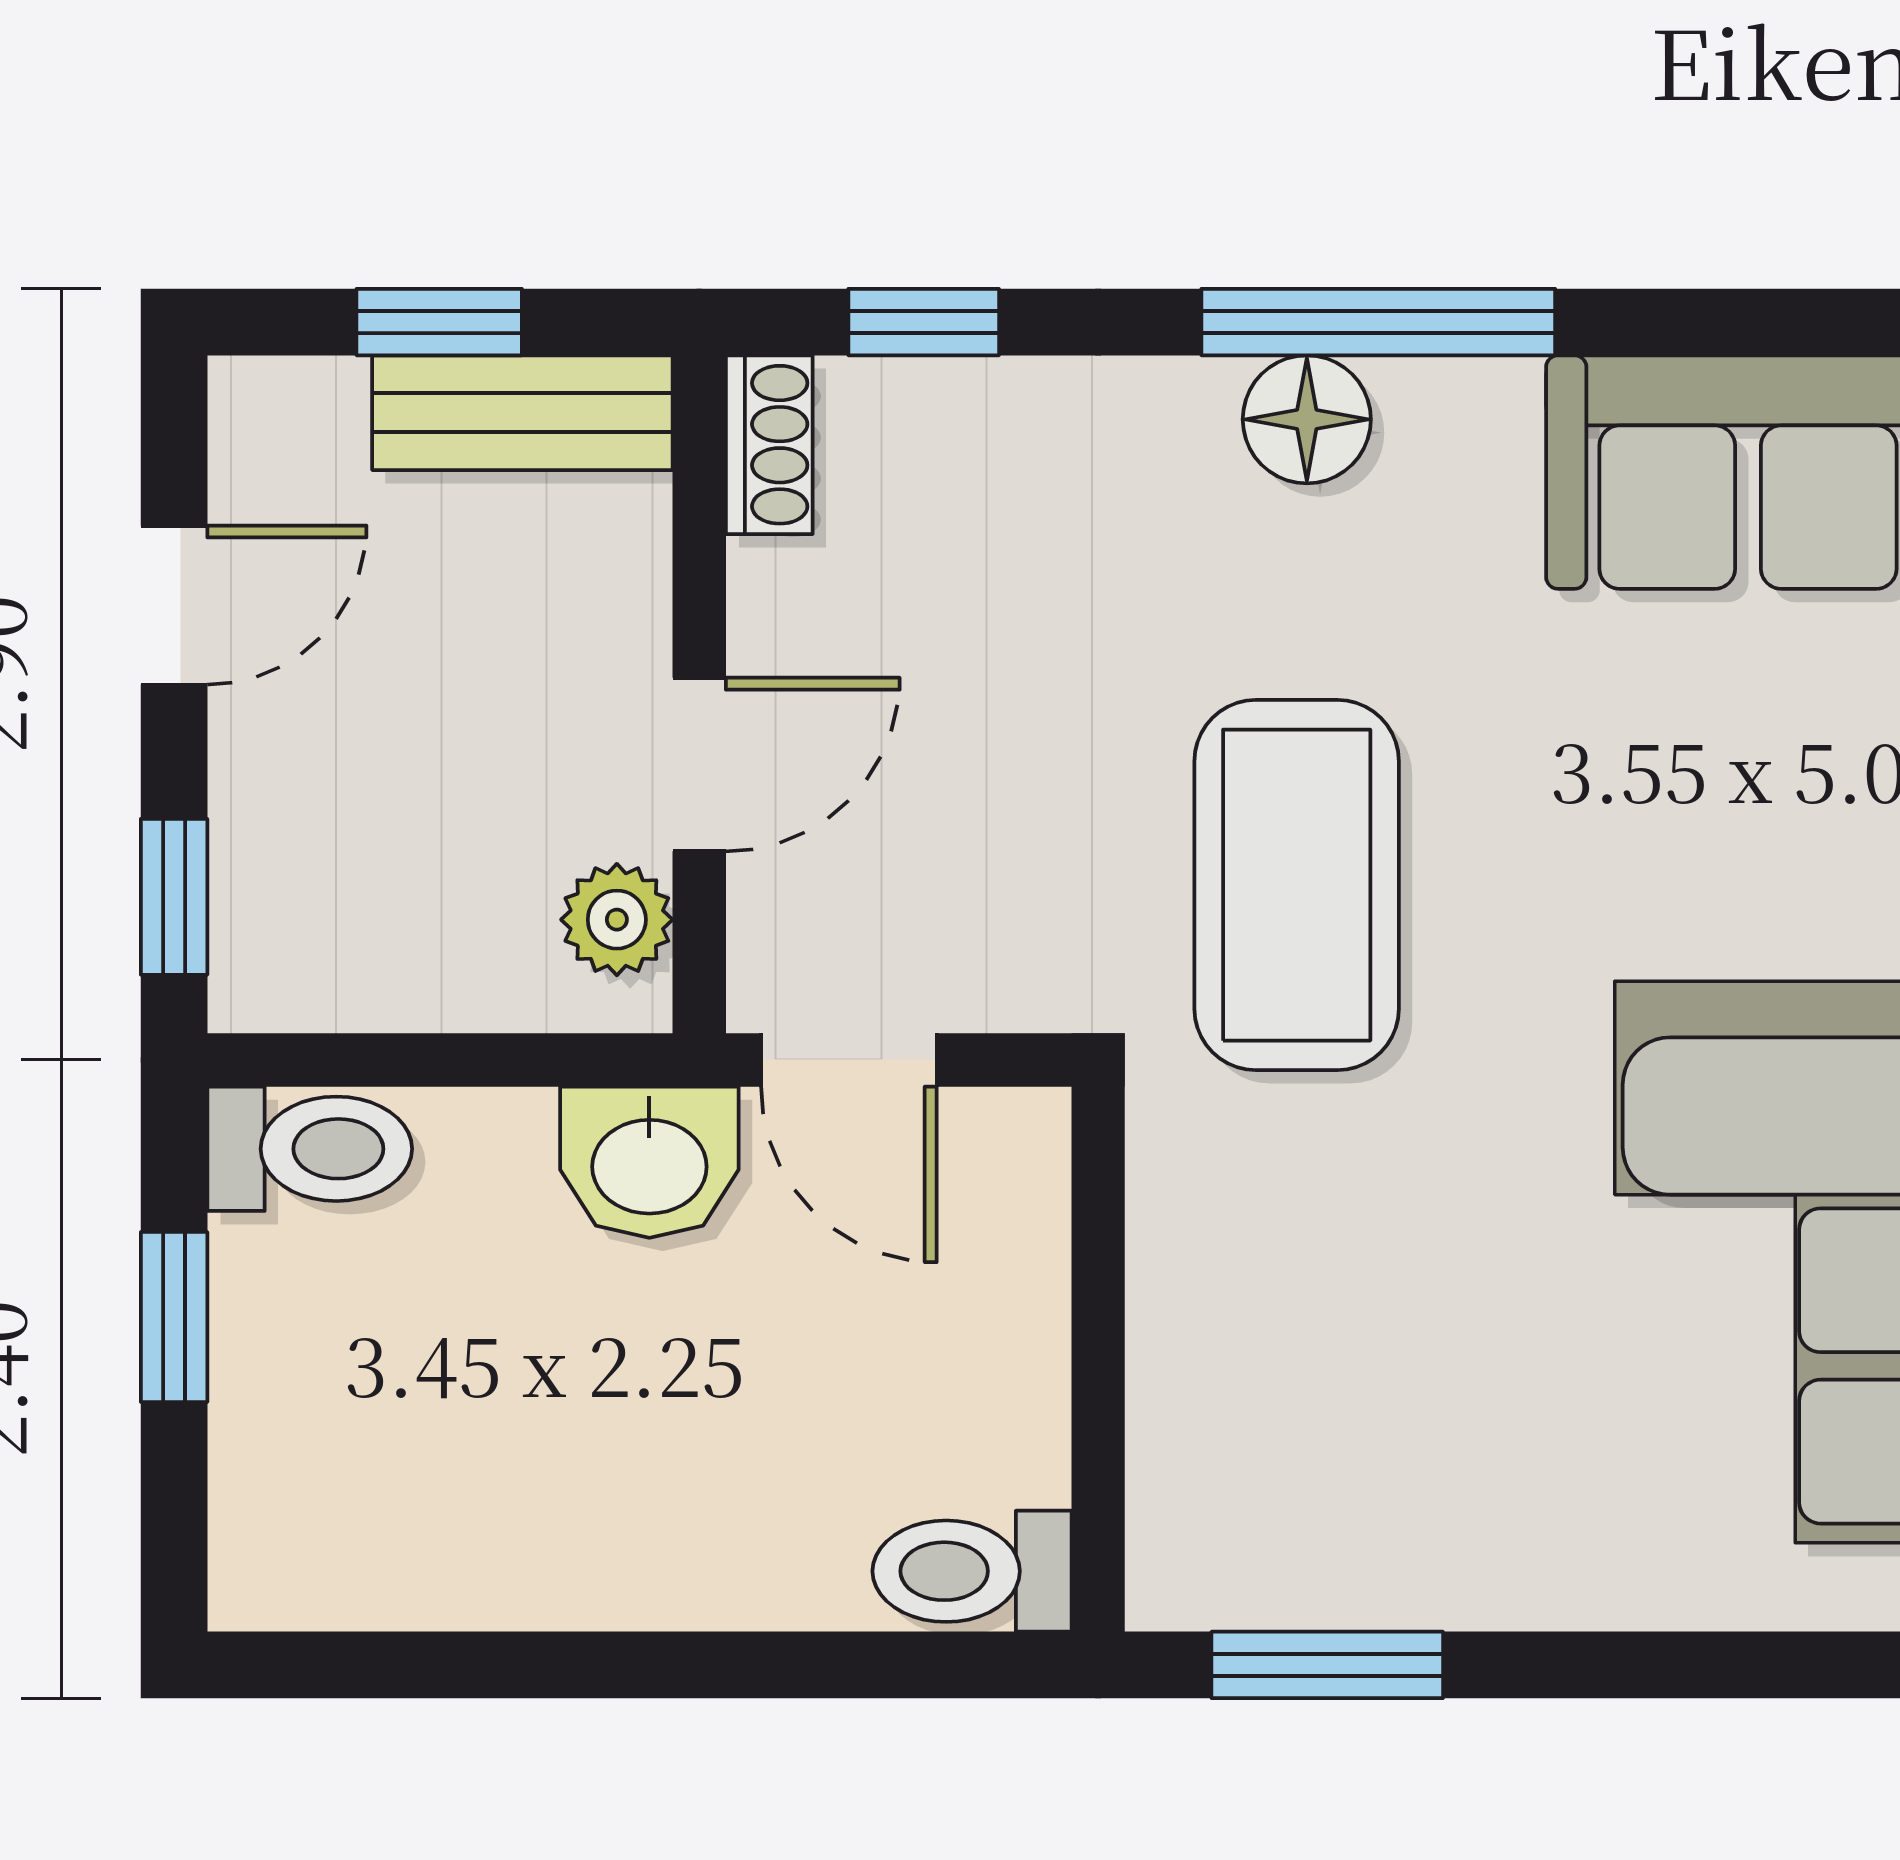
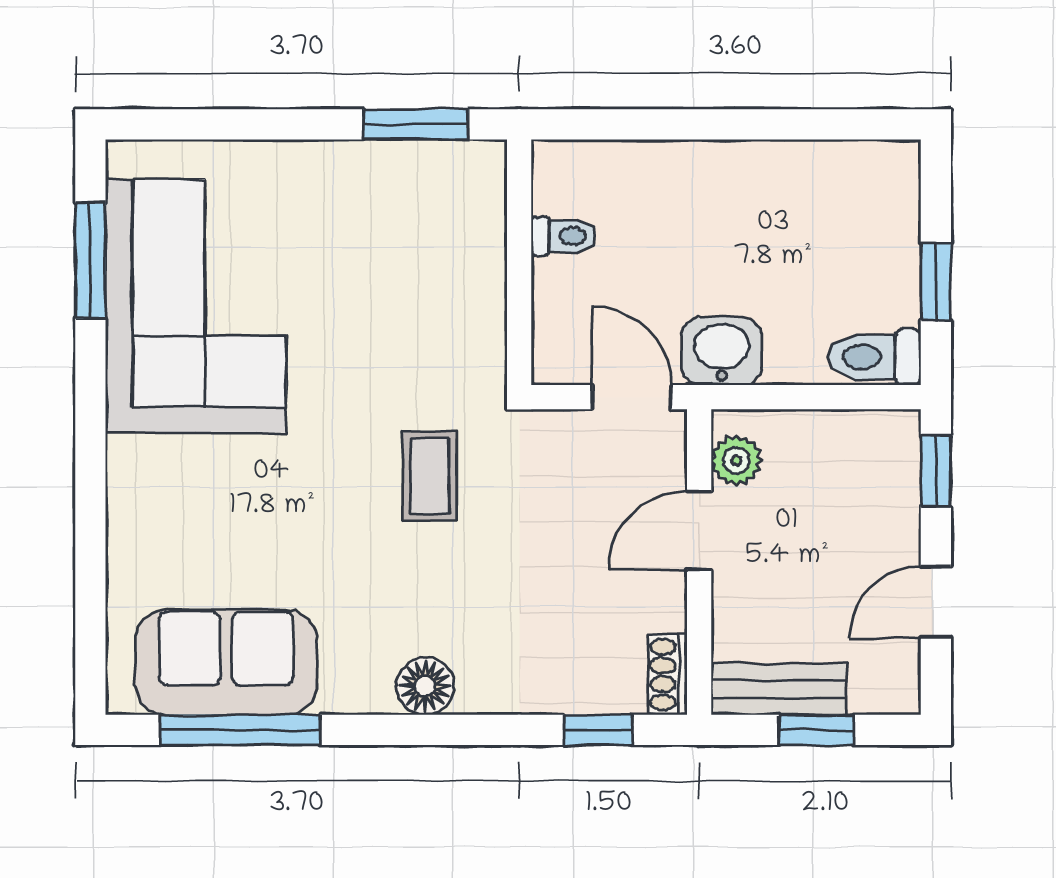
window: (1378, 322) -> (240, 730), moved
coffee table: (1297, 885) -> (430, 476), width x0.54, depth x0.58
toilet: (972, 1571) -> (564, 236), moved, width x0.73, depth x0.72

